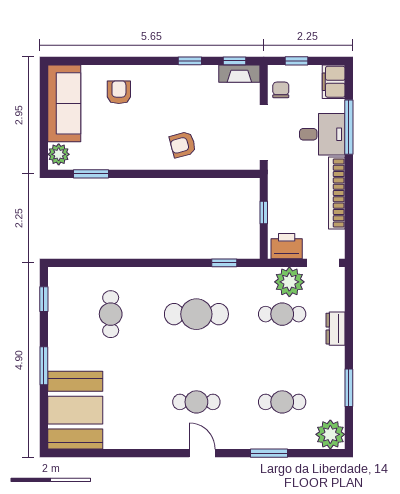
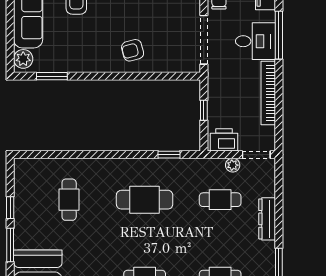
plant: (289, 282) -> (233, 165), width x0.53, depth x0.53
window: (44, 299) -> (10, 208), moved
dresser: (336, 329) -> (267, 219), width x1.44

